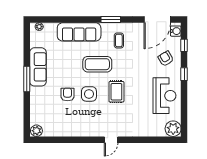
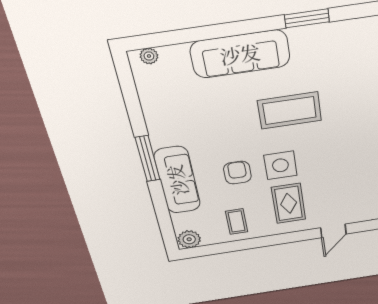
coffee table: (119, 41) -> (237, 222), moved
sofa: (38, 67) -> (177, 180), moved
rug: (116, 92) -> (289, 203), moved

